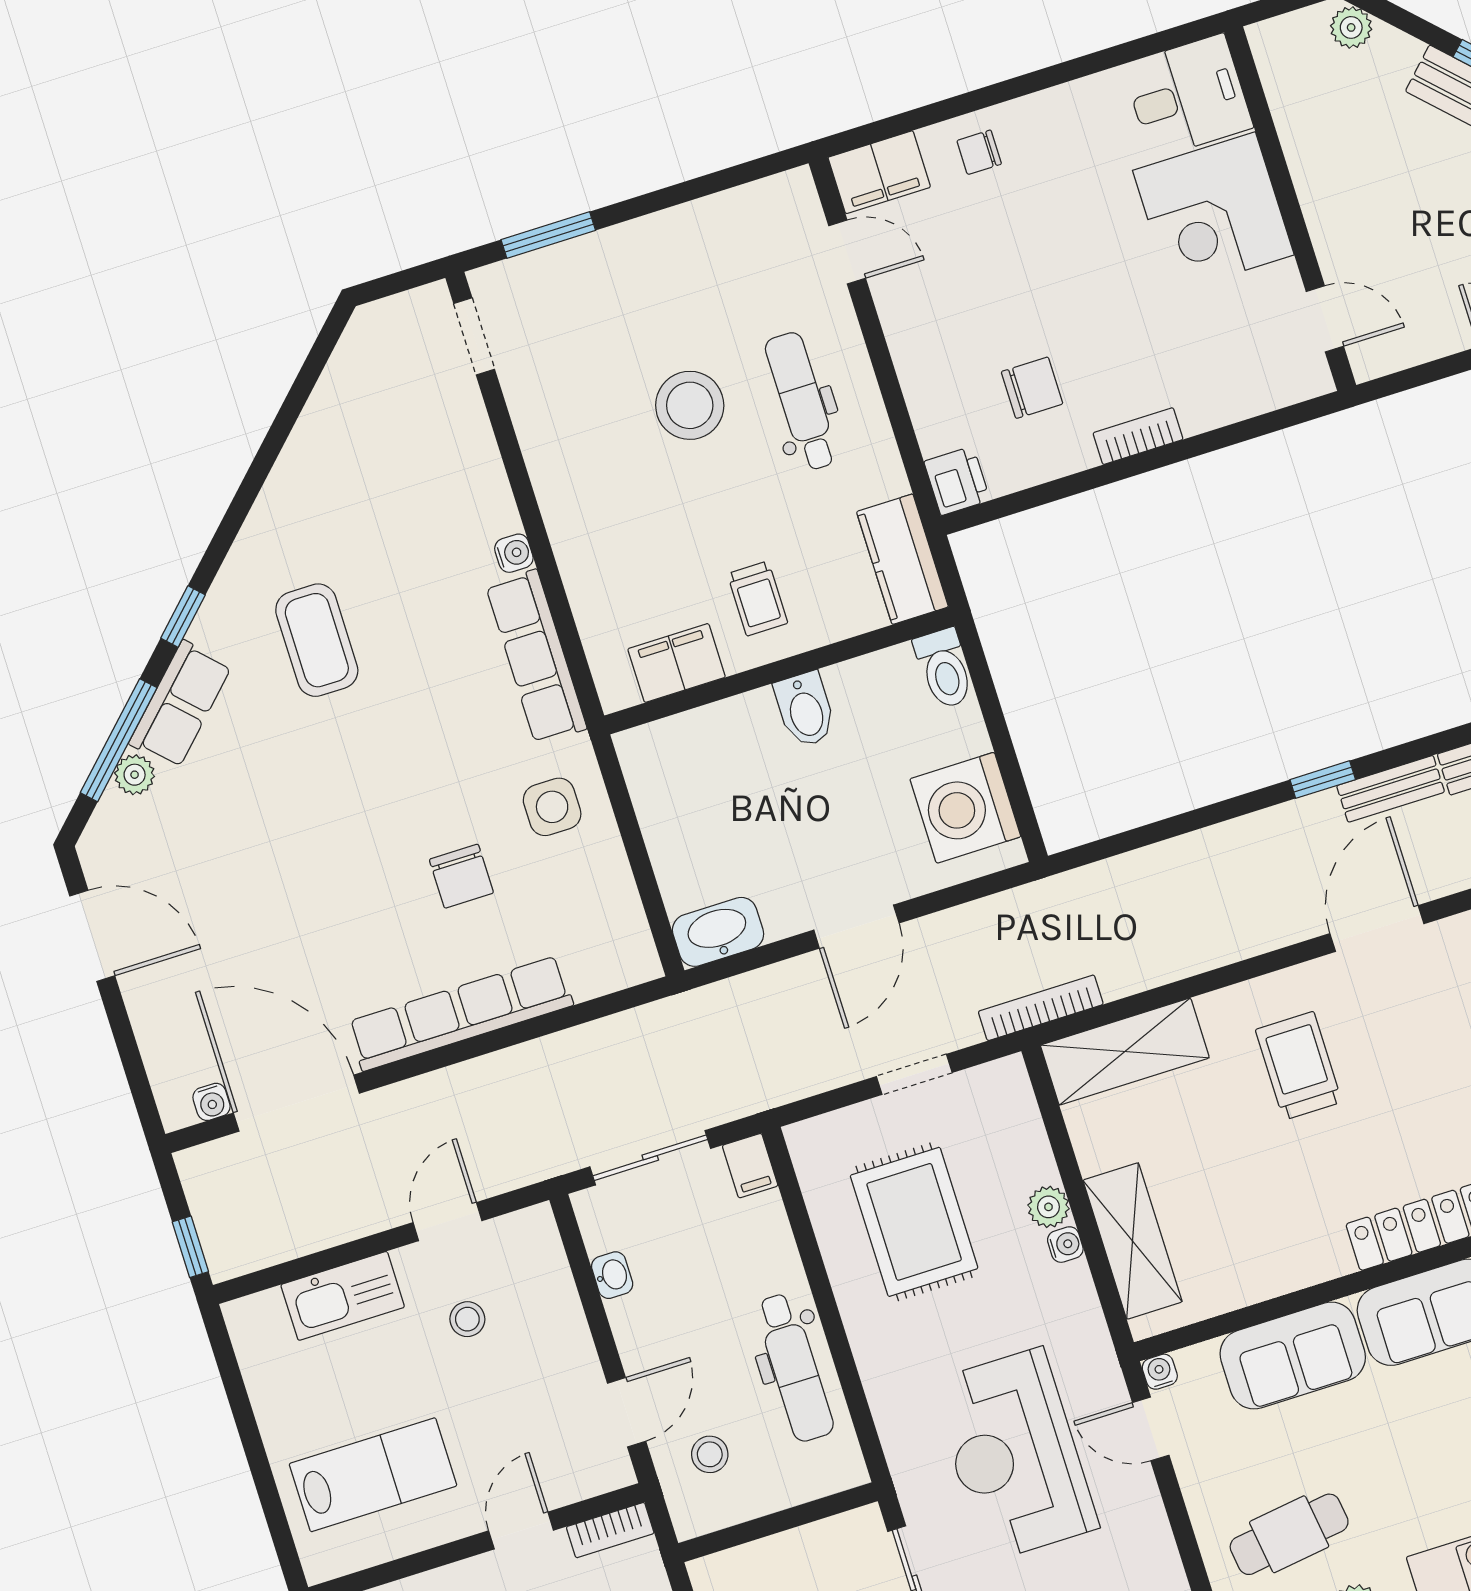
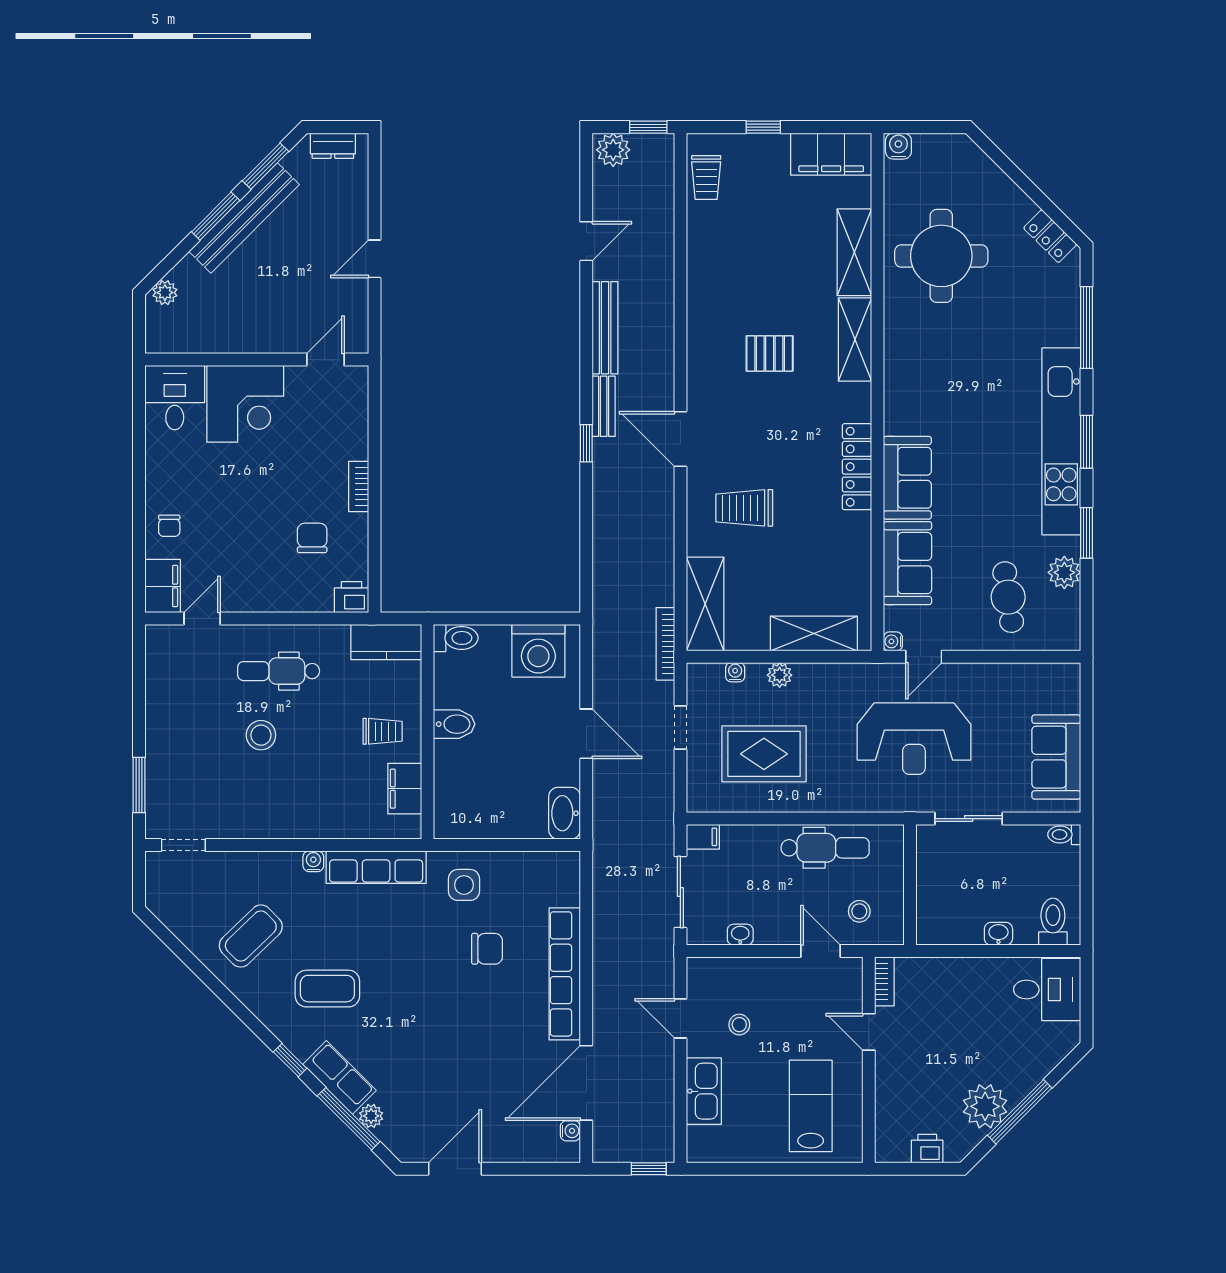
stool: (690, 405) -> (261, 735), width x0.73, depth x0.73
coffee table: (362, 491) -> (251, 936), added
water cooler: (1065, 1245) -> (735, 672), moved

